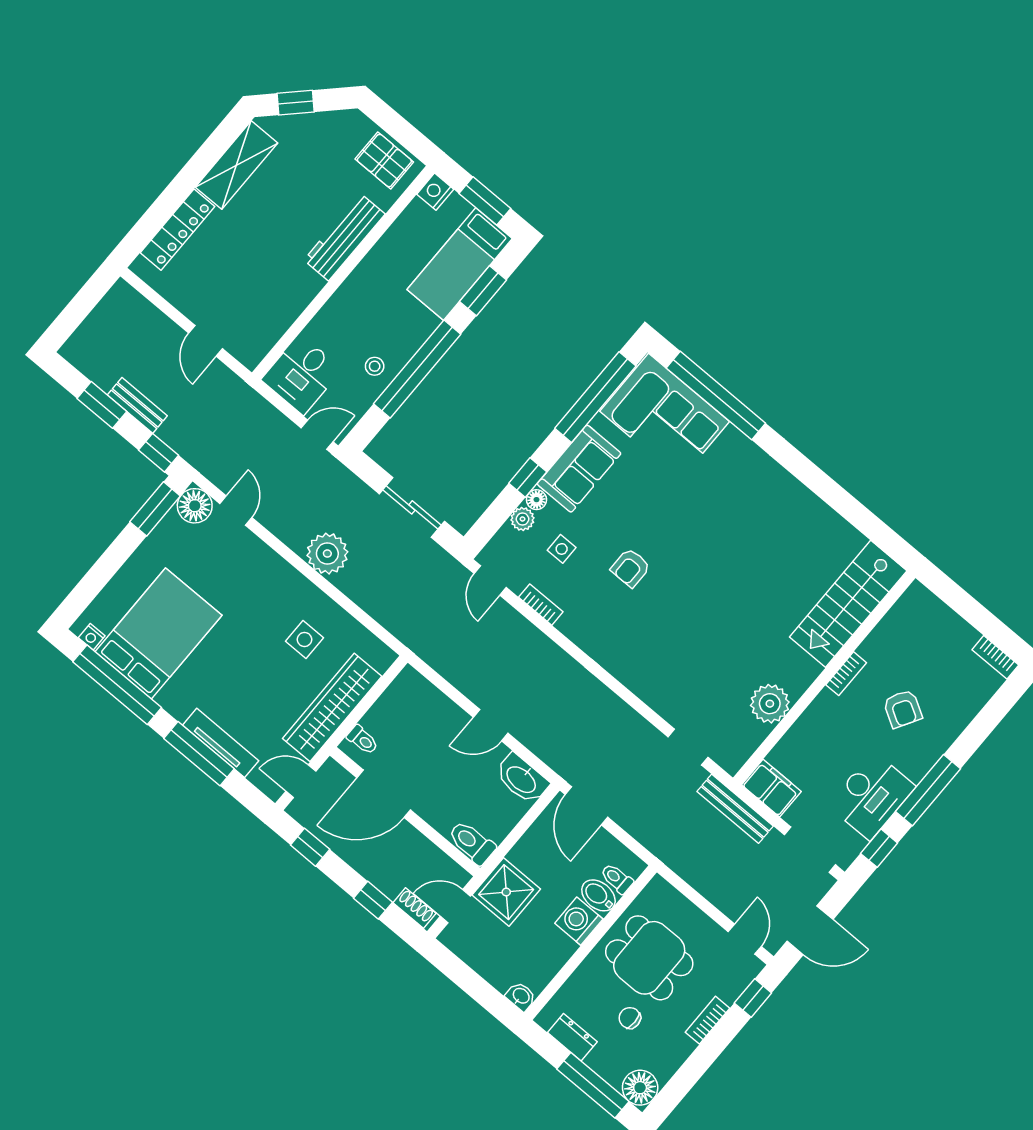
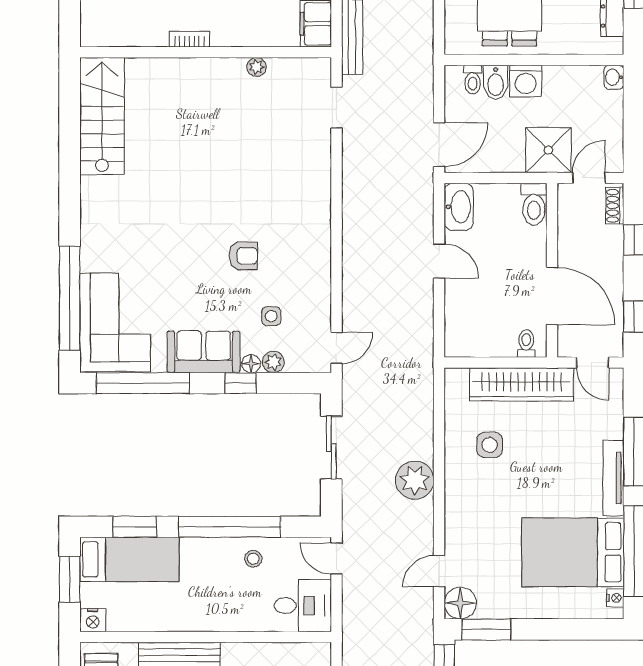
stairs: (848, 604) -> (102, 116), moved, turned -90
bookcase: (541, 605) -> (323, 298), removed
plant: (770, 704) -> (257, 67), width x0.53, depth x0.53
tv unit: (221, 743) -> (613, 478), moved
door: (455, 906) -> (589, 178), swing flipped

